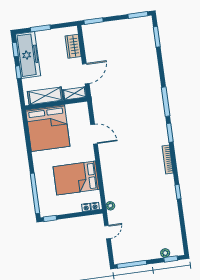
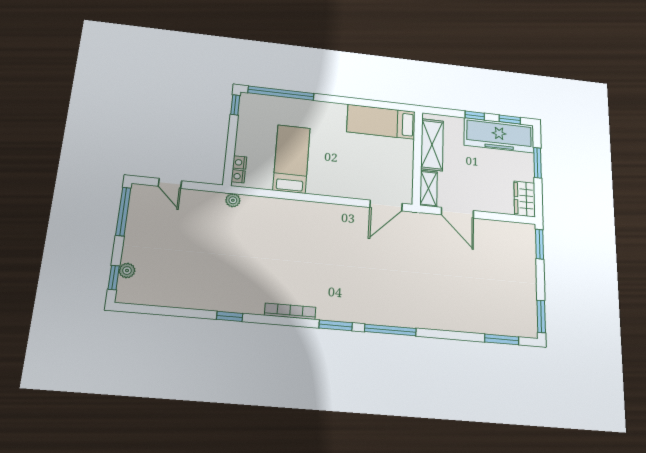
wardrobe: (73, 46) -> (525, 199), moved, turned -90
bed: (48, 128) -> (381, 122), width x0.49
door: (94, 134) -> (386, 205), moved
bed: (76, 178) -> (292, 159), width x0.67
door: (107, 232) -> (170, 183), moved

